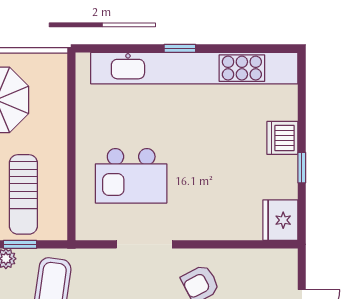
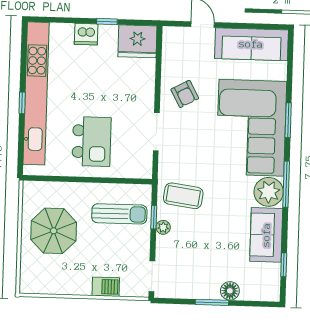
kitchen island: (131, 176) -> (91, 142), moved
fridge: (280, 220) -> (137, 41), width x1.36, depth x1.34

